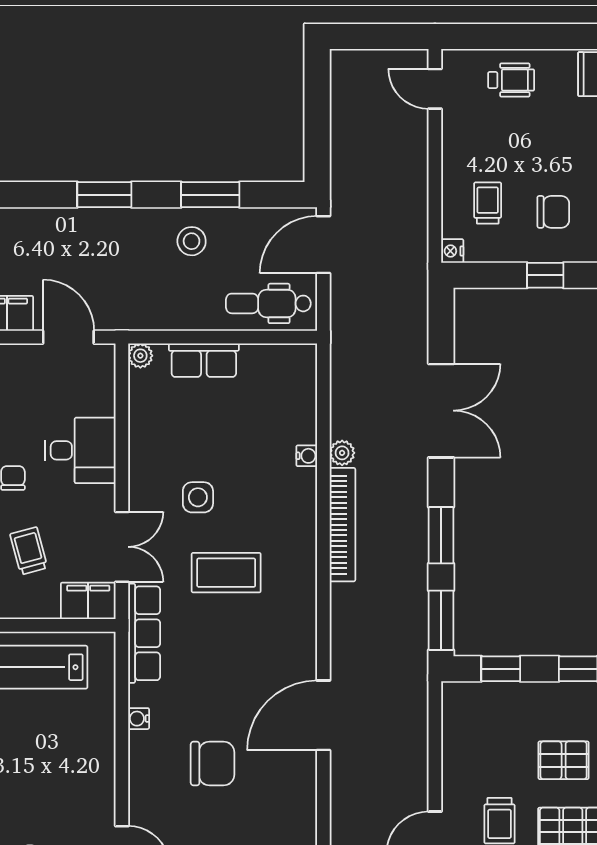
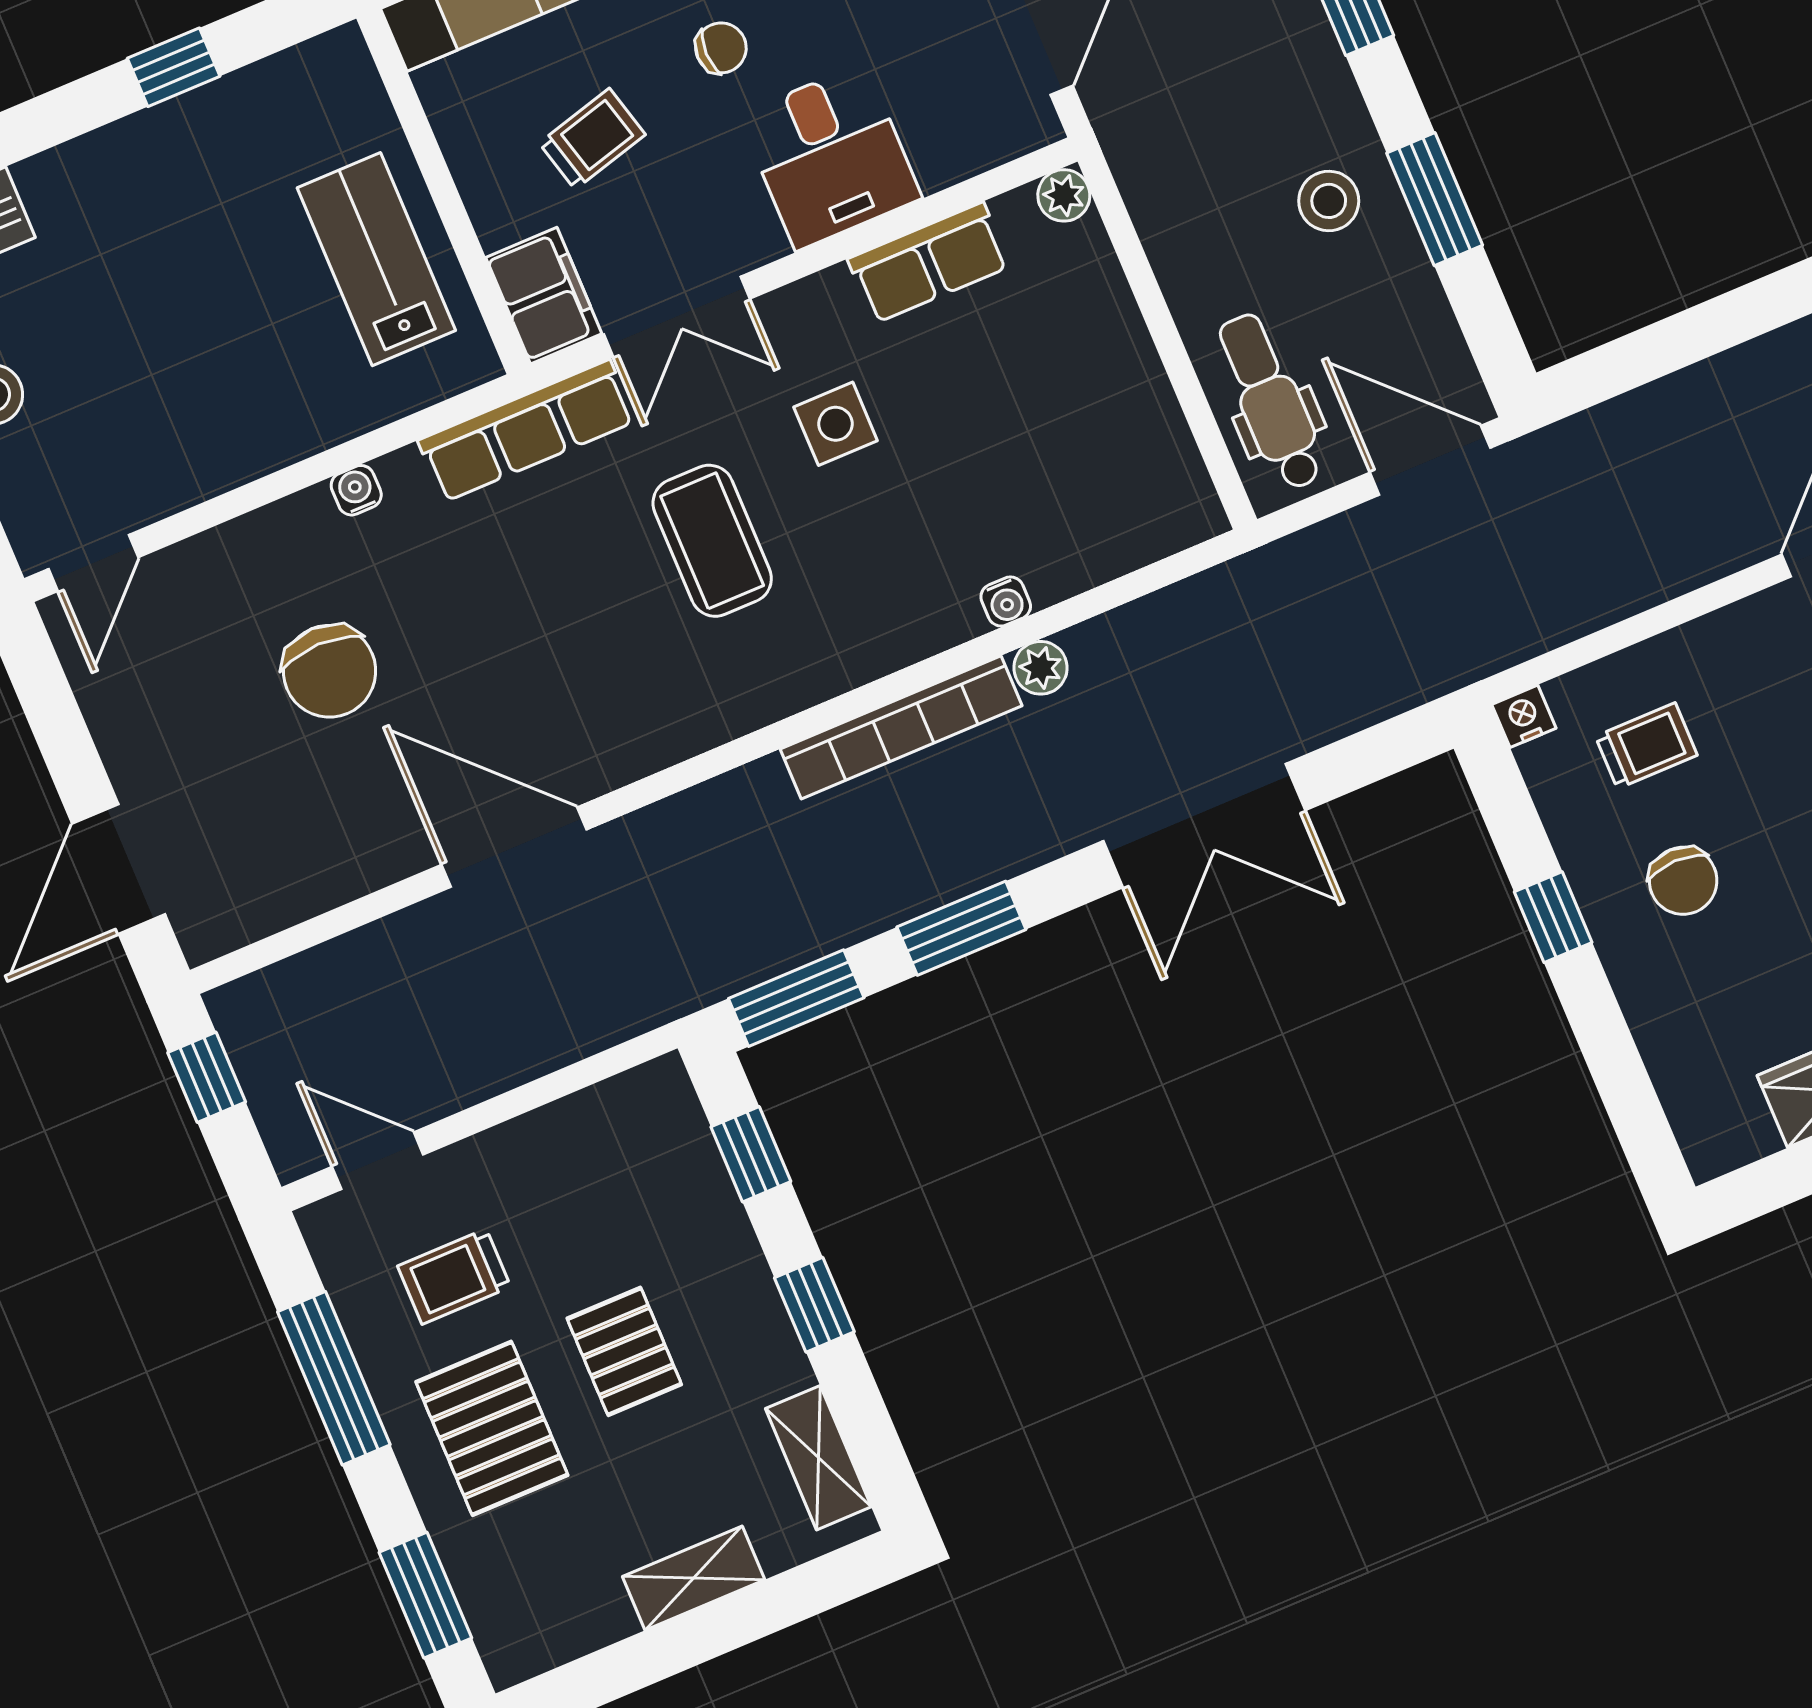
row of seats: (204, 360) -> (929, 263), moved, turned -90

